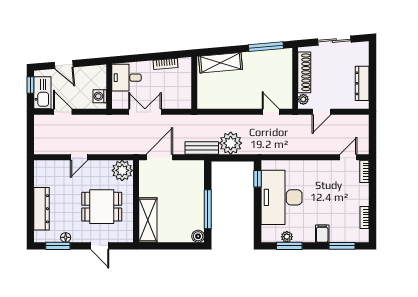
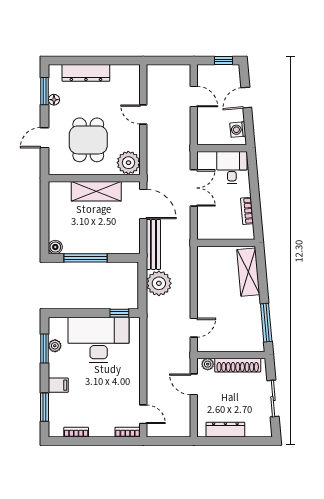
kitchen sink: (42, 93) -> (215, 74), removed
washing machine: (100, 96) -> (238, 130), moved, turned -95
door: (63, 112) -> (194, 97), hinge flipped
bench: (202, 148) -> (153, 244), width x1.36
shelving: (148, 220) -> (96, 191), moved

